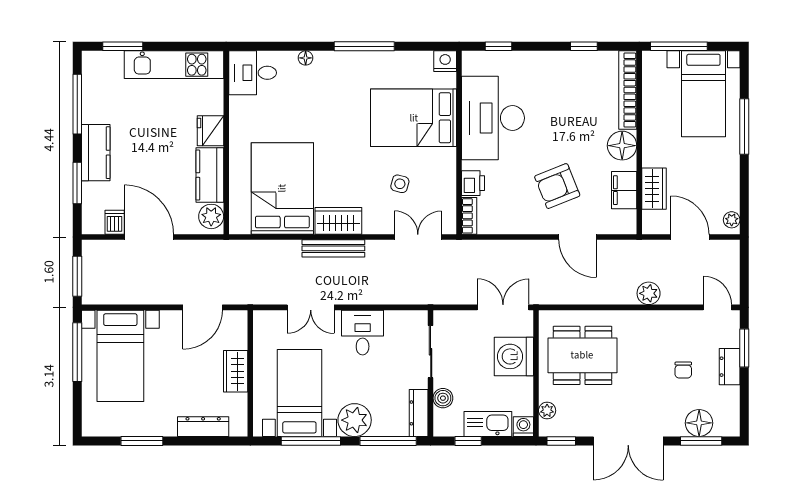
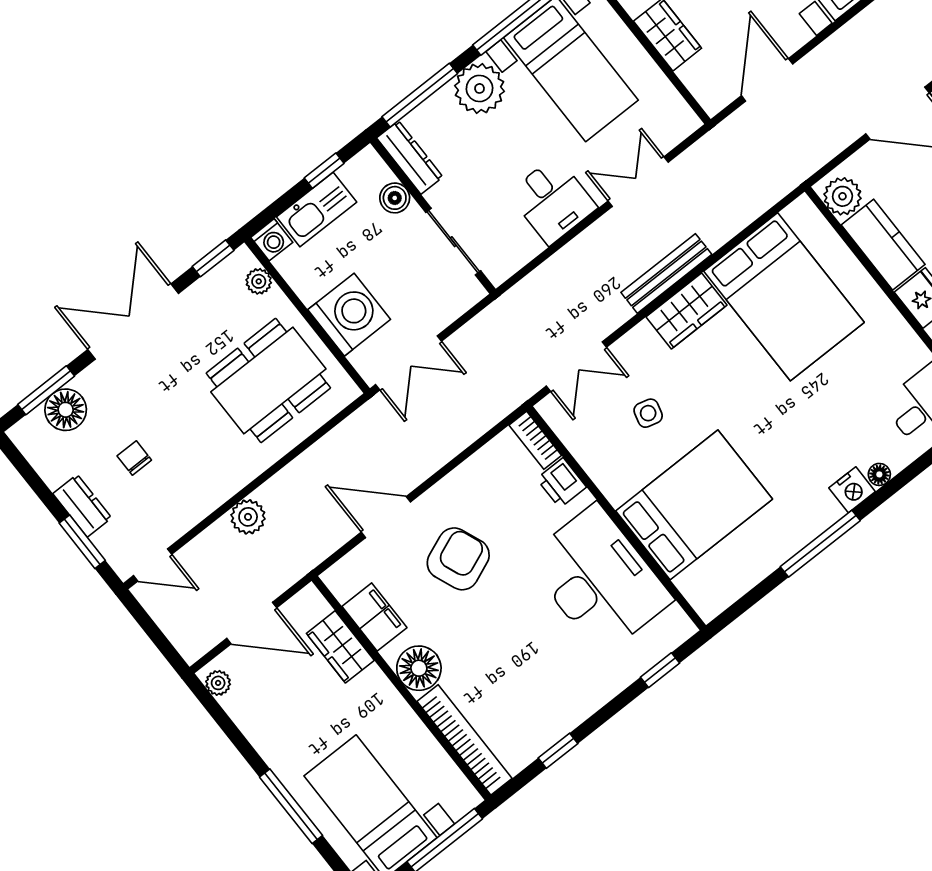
nightstand: (445, 61) -> (852, 490), moved

